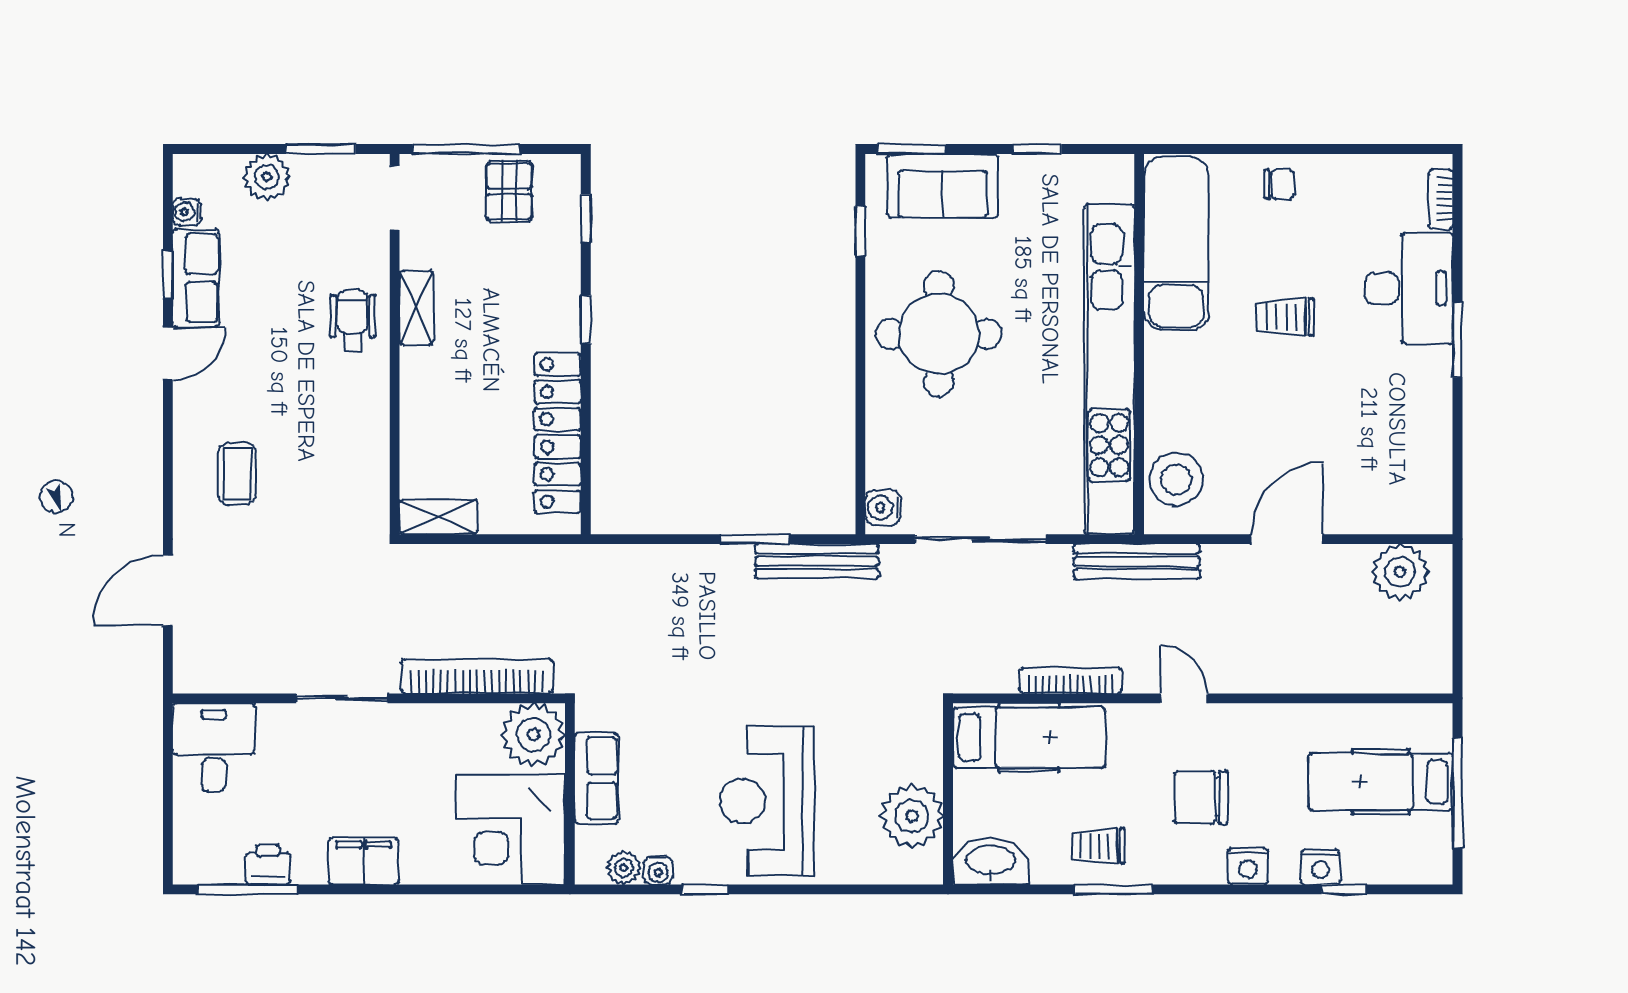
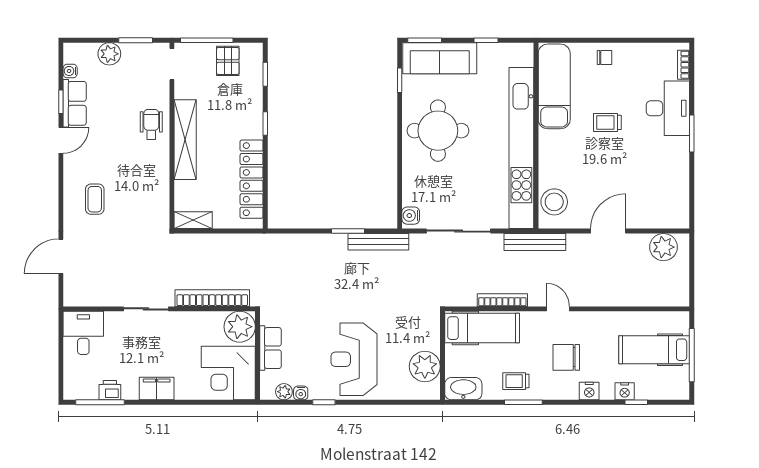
sofa: (942, 186) -> (440, 58), width x1.36
shelving: (416, 308) -> (185, 140), width x2.20, depth x1.33

